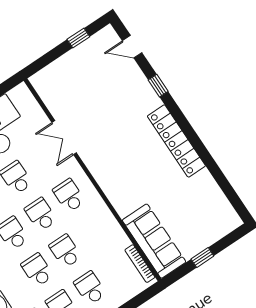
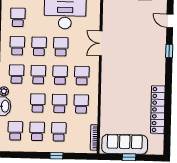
locker: (176, 141) -> (158, 110), moved
school desk: (94, 232) -> (81, 104), added
sofa: (154, 241) -> (125, 144), moved, turned -90

